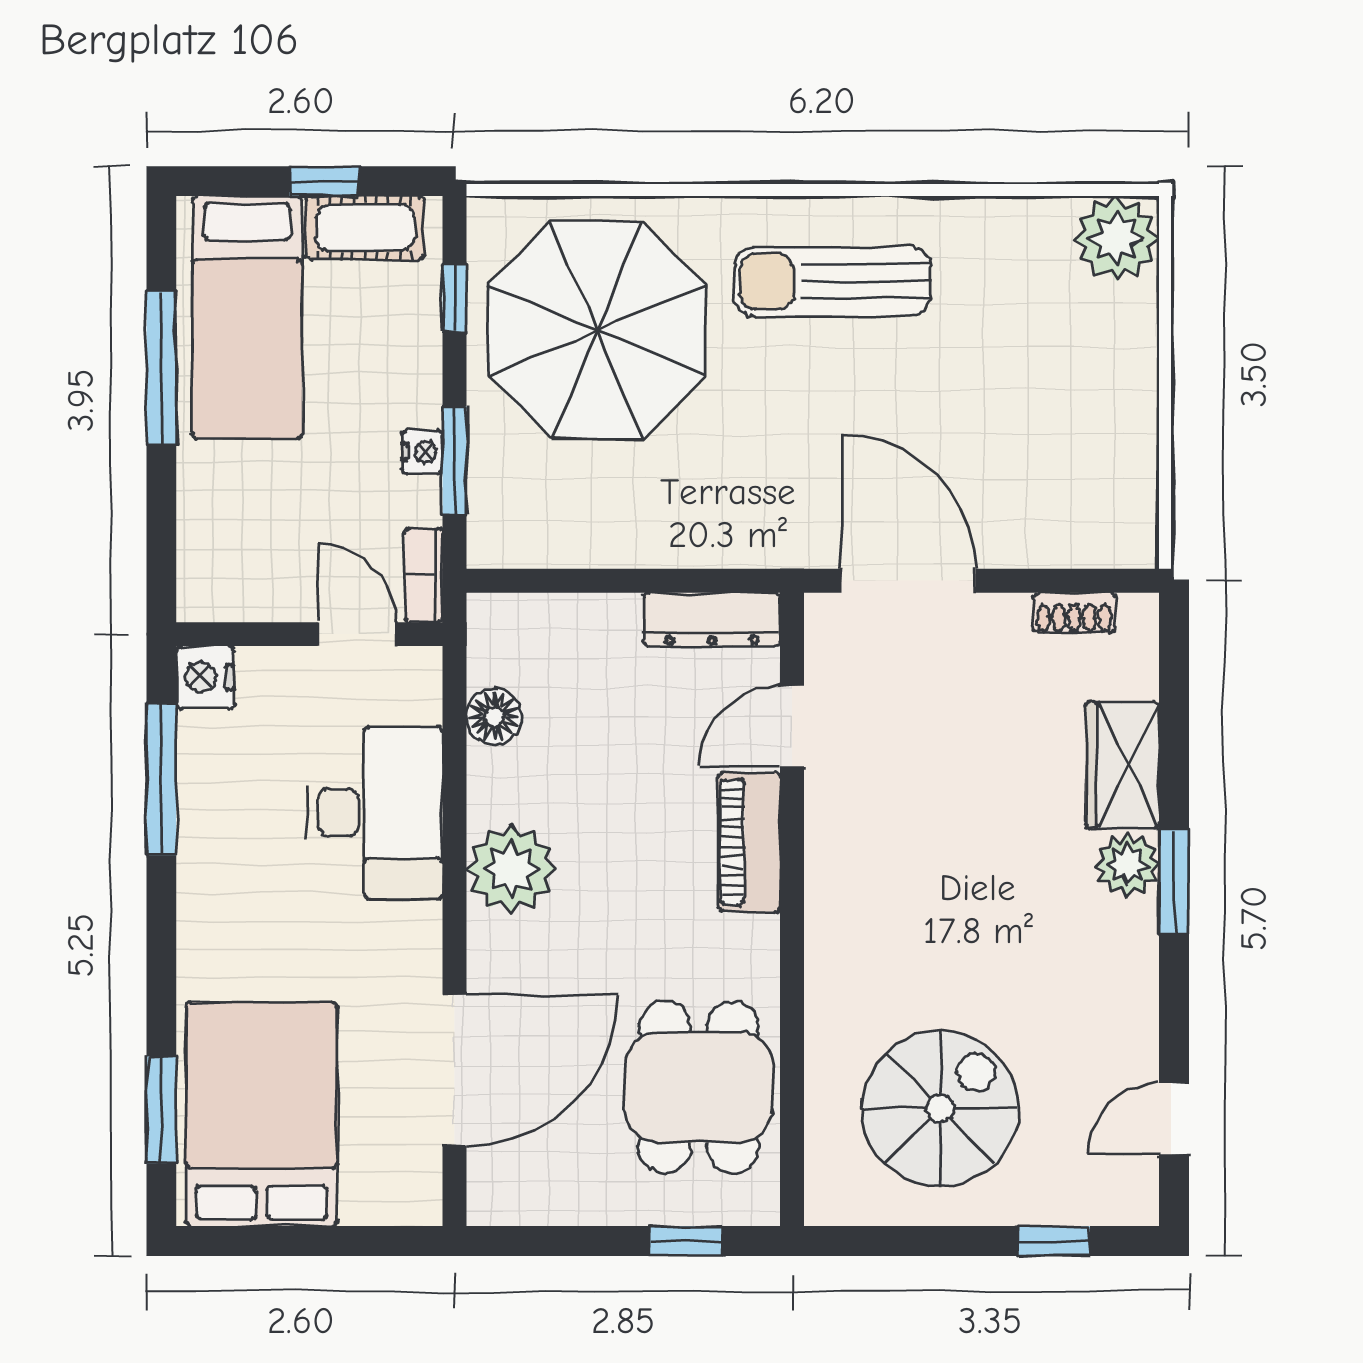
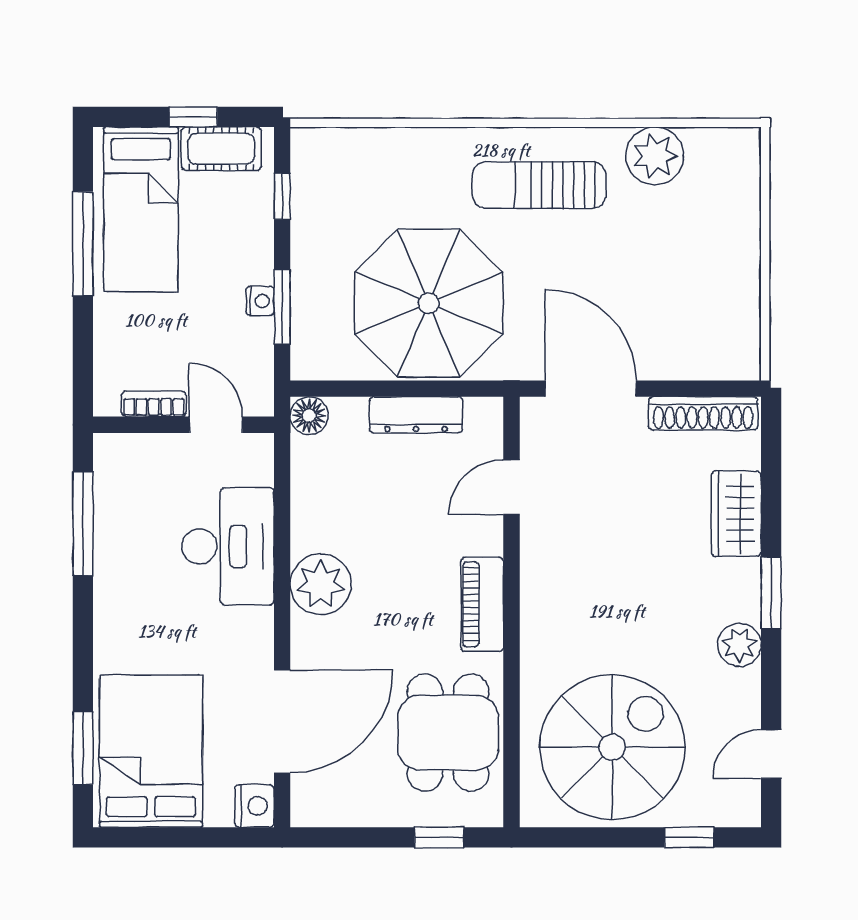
plant: (1117, 238) -> (655, 156), moved
parasol: (597, 330) -> (429, 303), moved
bookcase: (424, 575) -> (154, 404), moved, turned 90
shoe rack: (1074, 613) -> (703, 413), width x1.94, depth x1.24
dresser: (712, 619) -> (416, 415), moved
nightstand: (205, 677) -> (254, 806), moved, turned 180
floor lamp: (494, 716) -> (309, 416), moved
piano: (749, 842) -> (482, 604), moved
plant: (1127, 865) -> (739, 645), moved
spiral stairs: (940, 1108) -> (612, 747), width x1.37, depth x1.37

